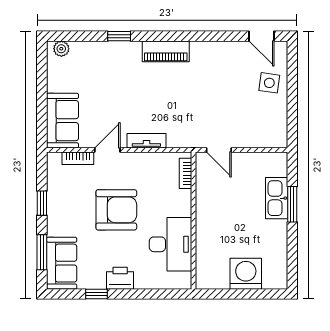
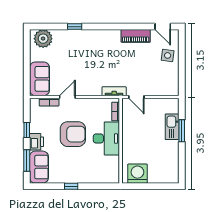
plant: (61, 49) -> (43, 39), width x1.88, depth x1.88
piano: (166, 51) -> (136, 36), moved
tv unit: (146, 141) -> (114, 91), moved
desk: (170, 244) -> (106, 138), moved
washing machine: (246, 274) -> (137, 174), moved
printer: (120, 278) -> (37, 142), moved, turned 90
window: (96, 294) -> (71, 186), moved

